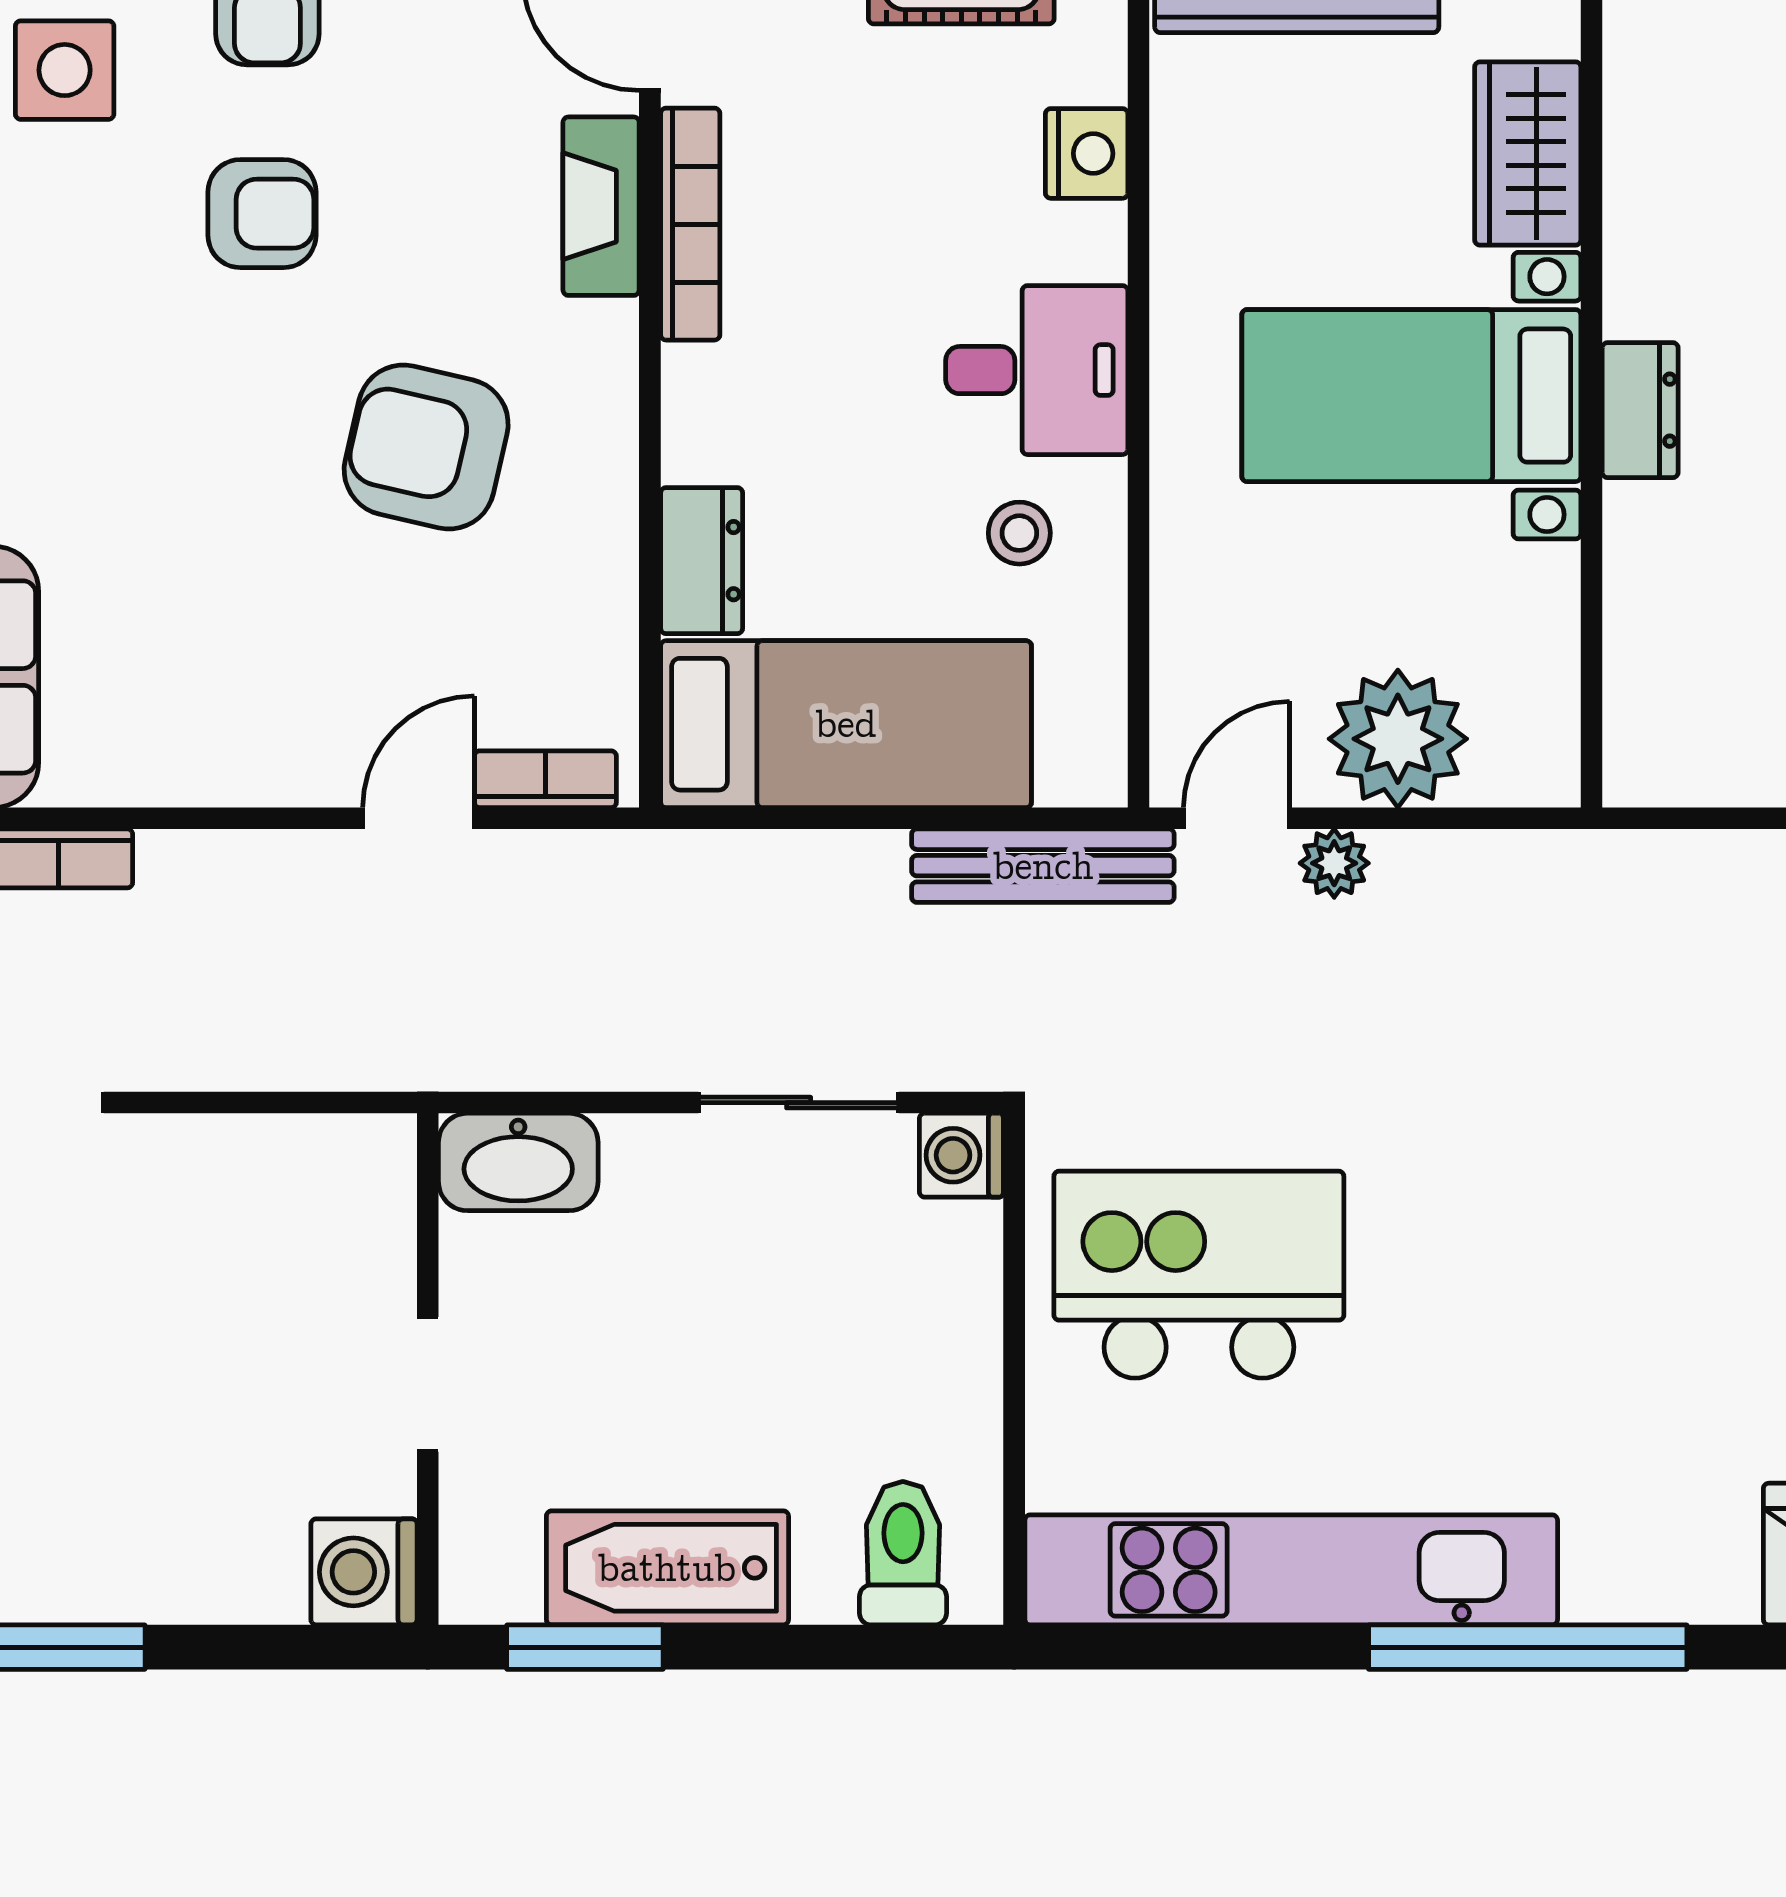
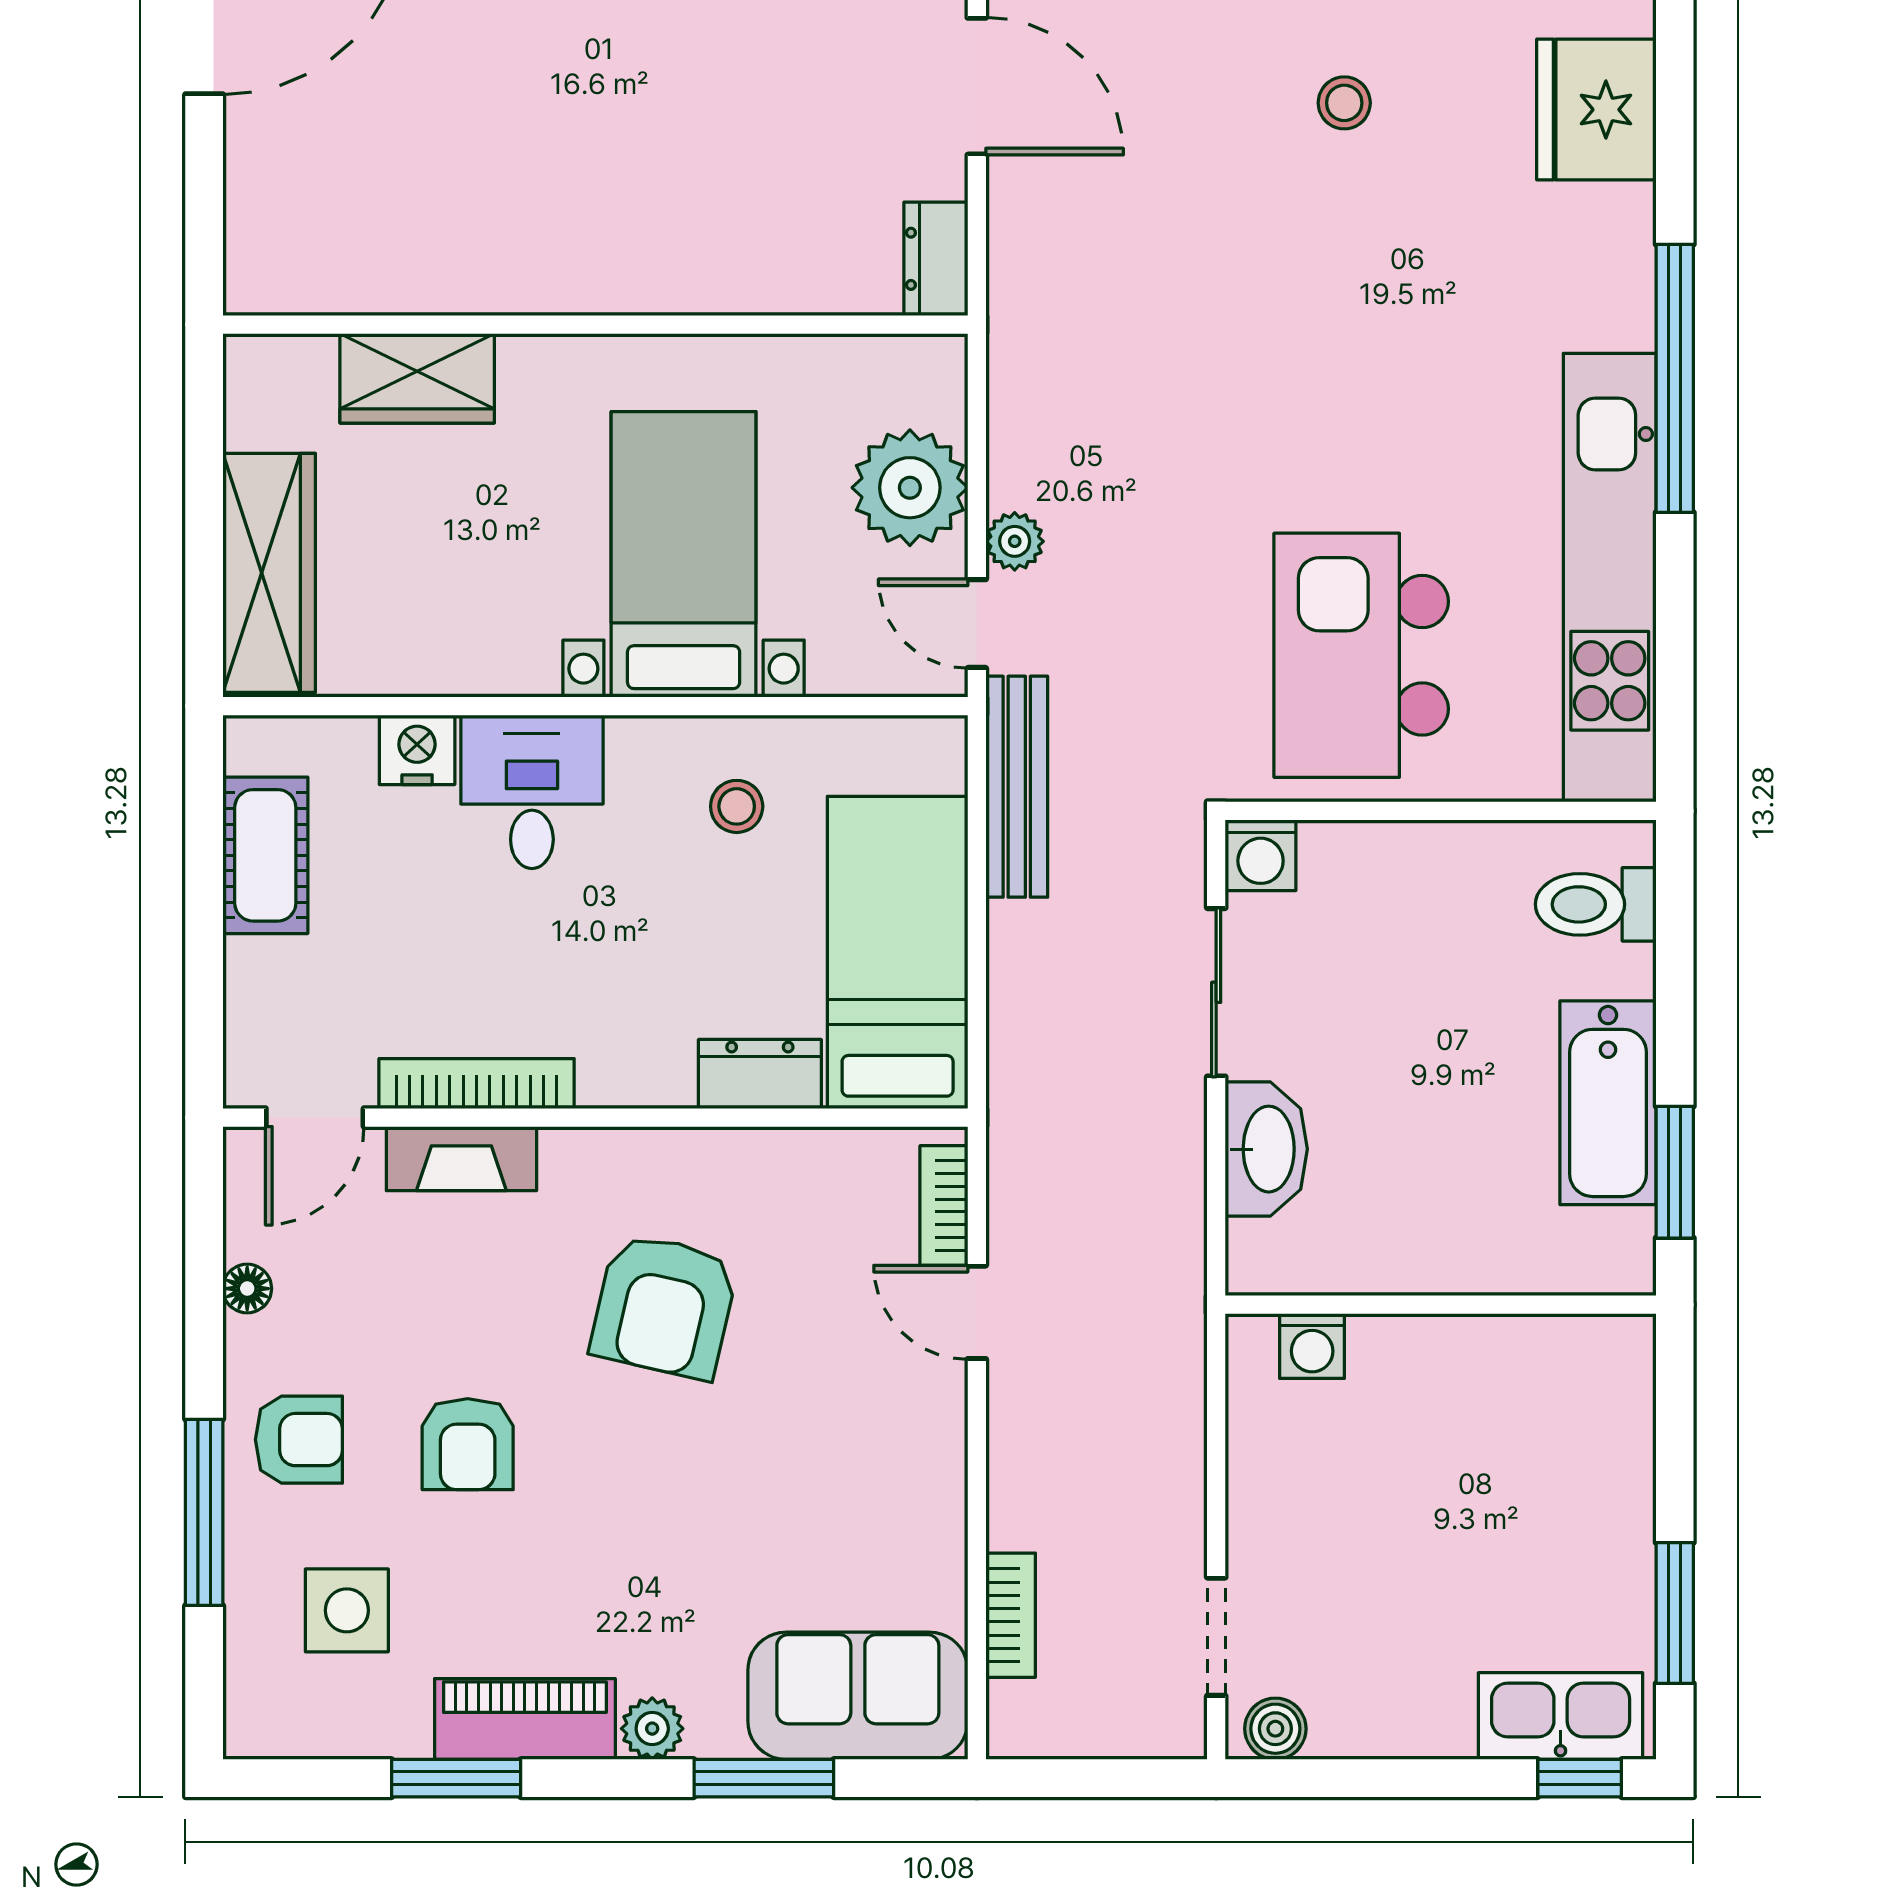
armchair: (262, 214) -> (468, 1444), turned 180
desk: (1037, 370) -> (532, 792), moved
bed with nightstands: (1411, 396) -> (684, 554), moved, turned 180
dresser: (1640, 410) -> (936, 259), moved, turned -90
washbasin: (518, 1162) -> (1266, 1149), moved
doorway: (428, 1384) -> (1453, 1305), removed
washing machine: (364, 1572) -> (1312, 1346), moved, width x0.73, depth x0.73

